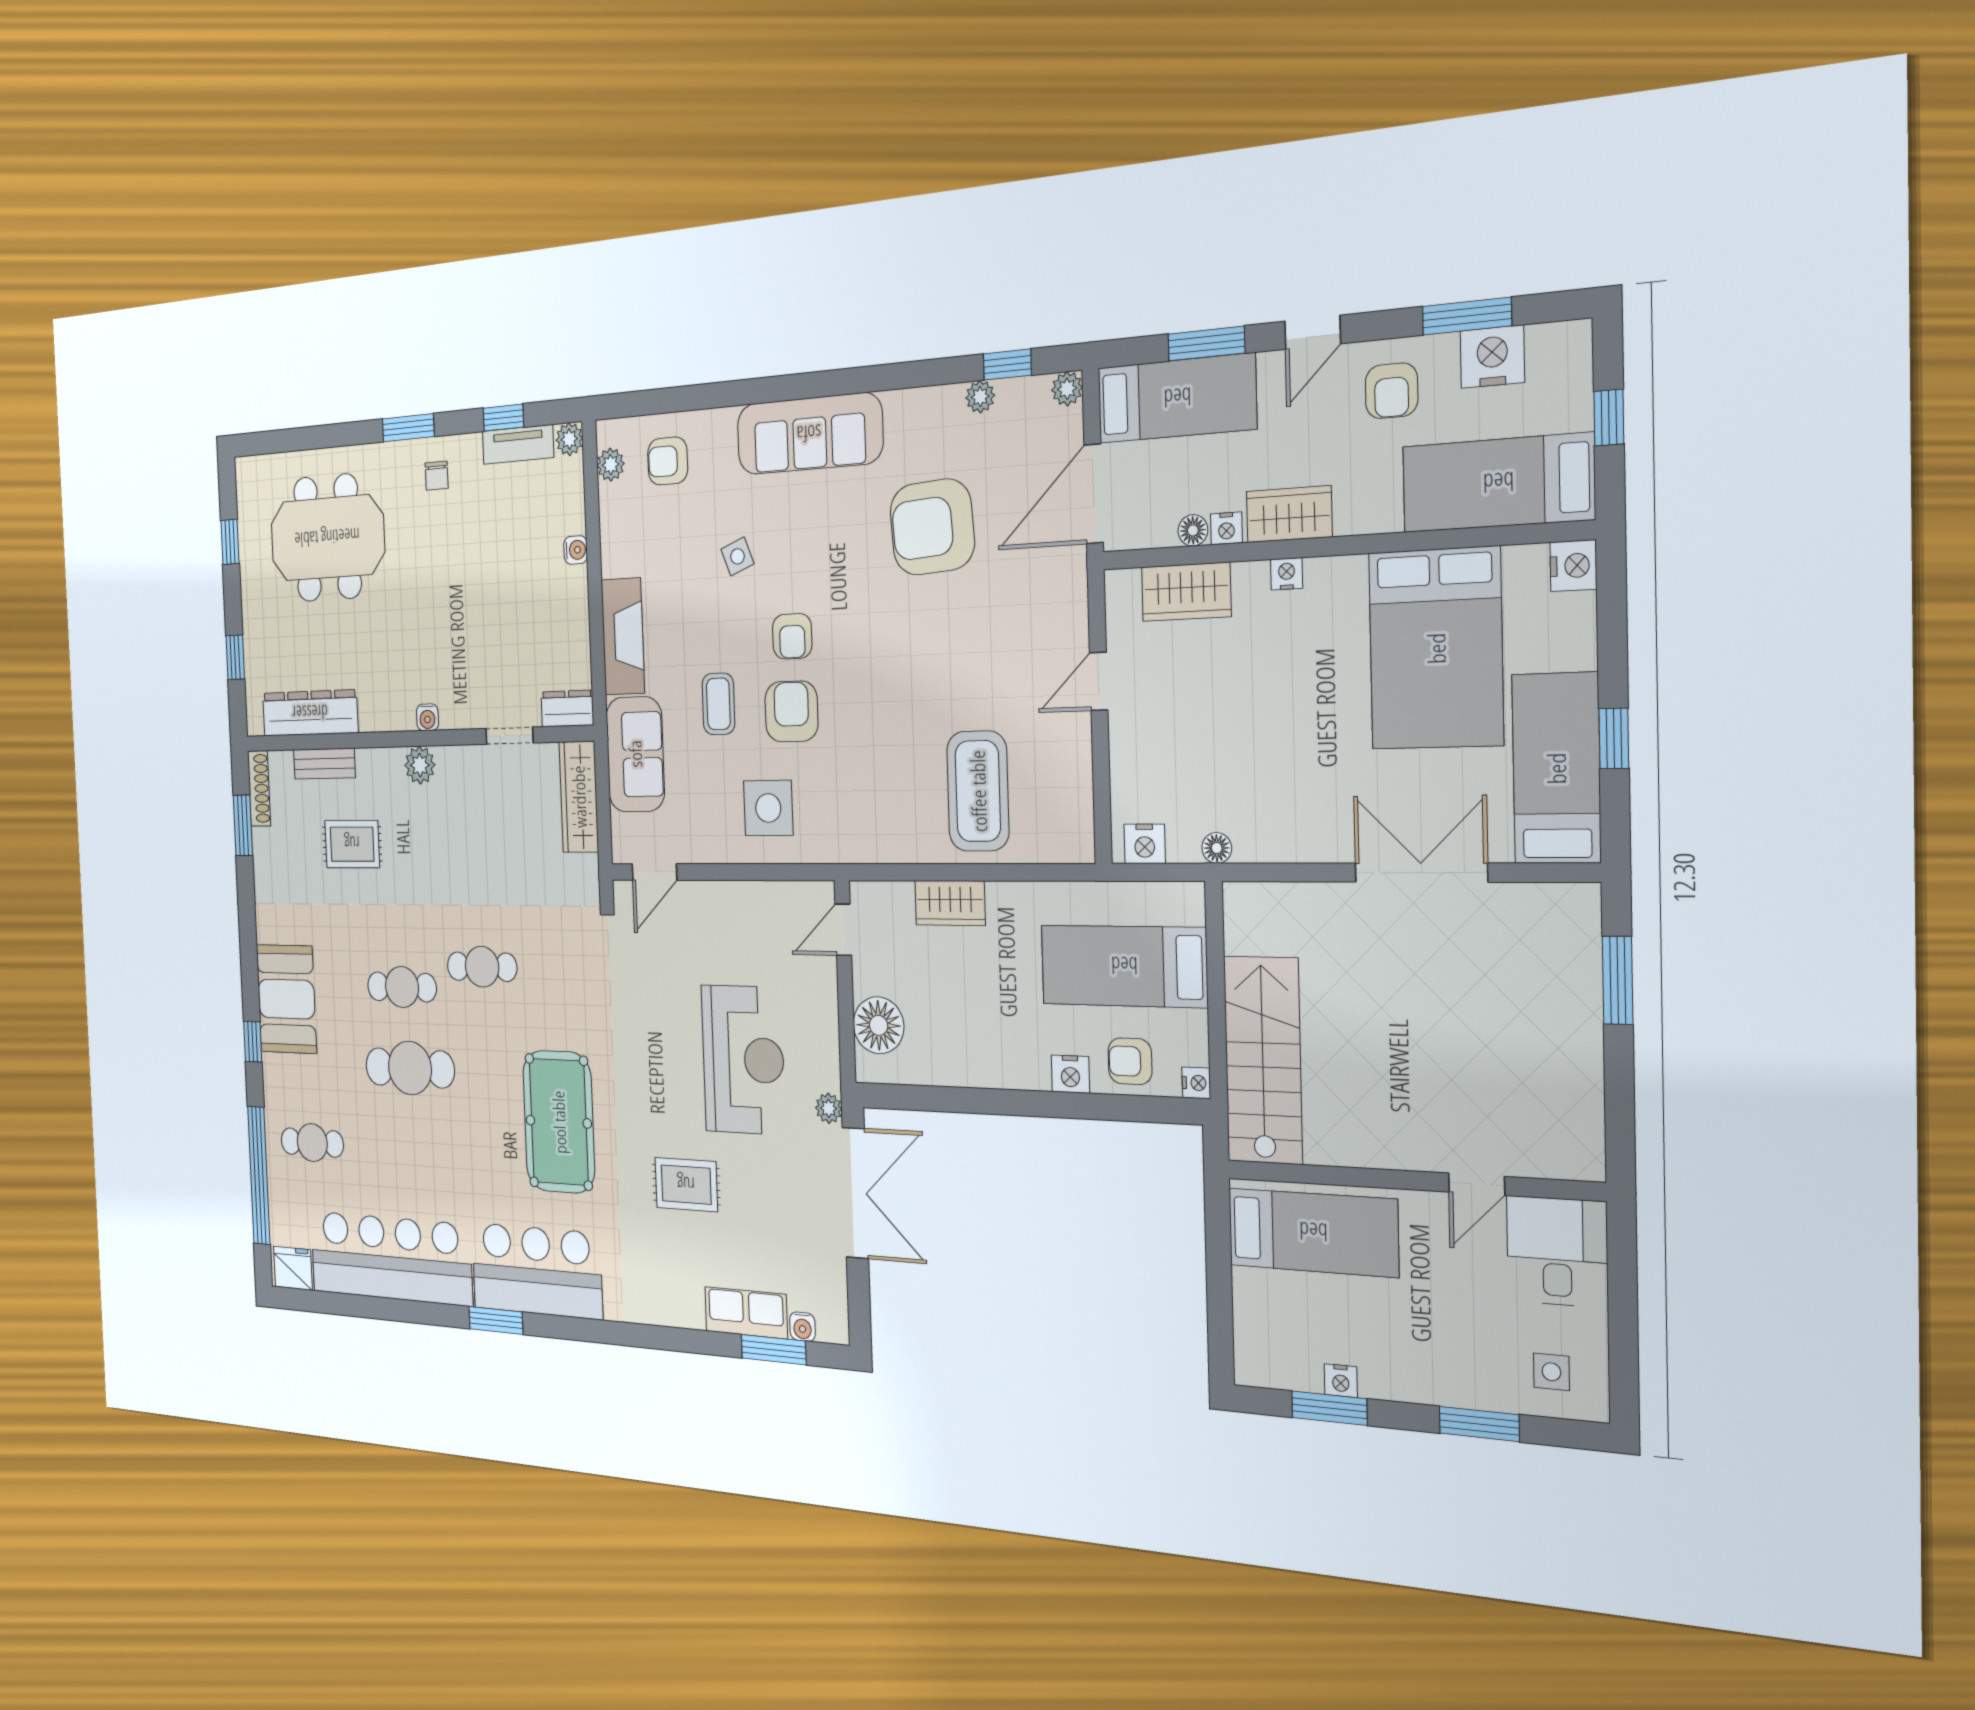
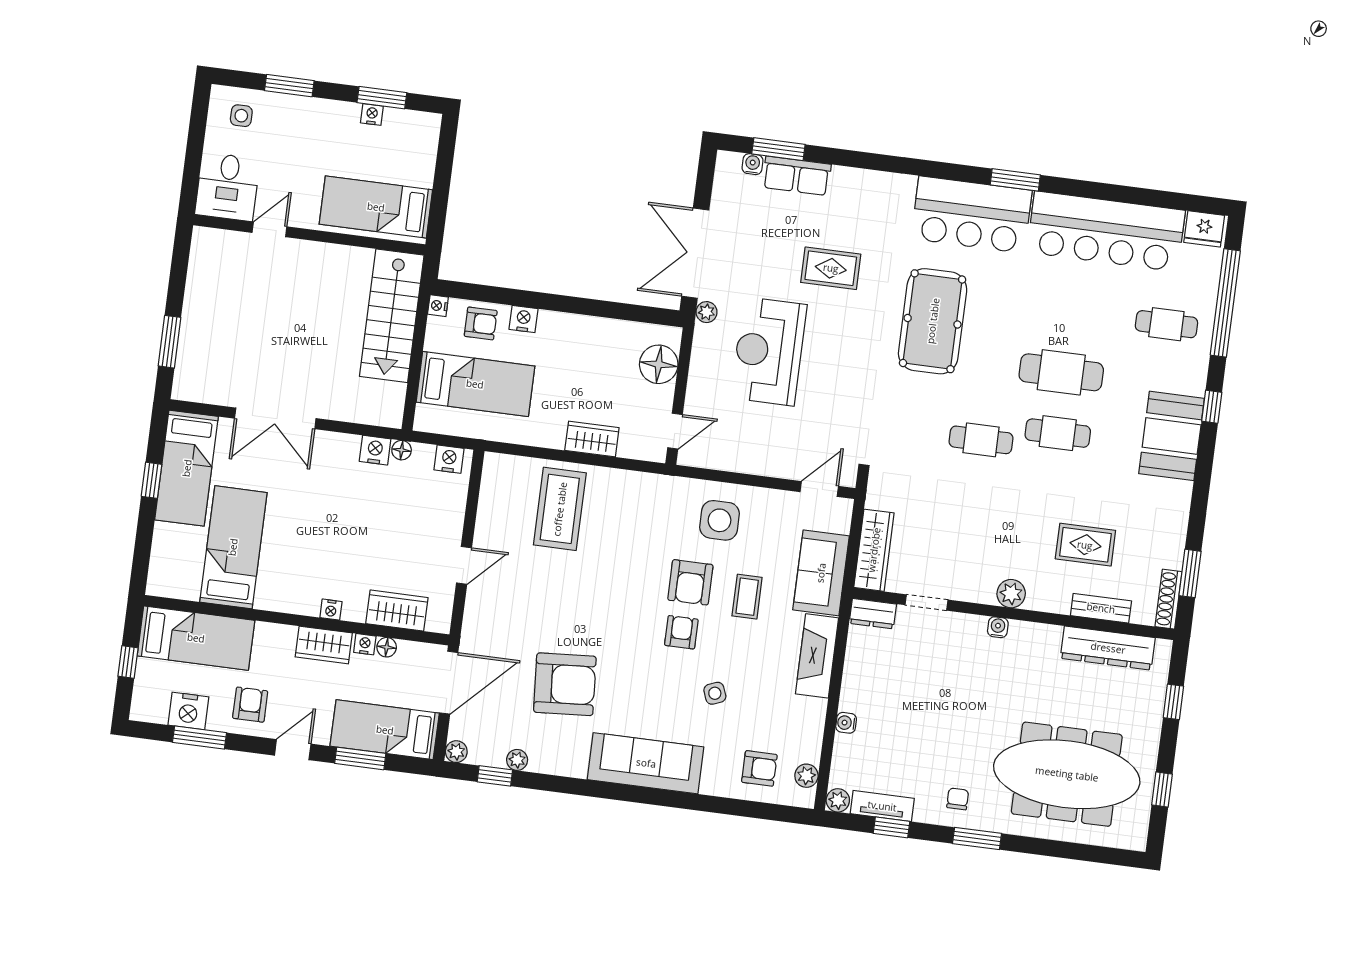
meeting table: (327, 538) -> (1067, 774), width x1.36
nightstand: (1573, 566) -> (375, 450), moved, turned 90
bed: (1436, 648) -> (233, 547), width x0.67

